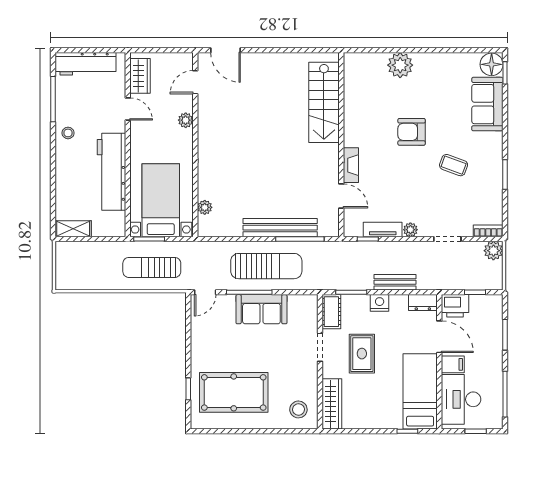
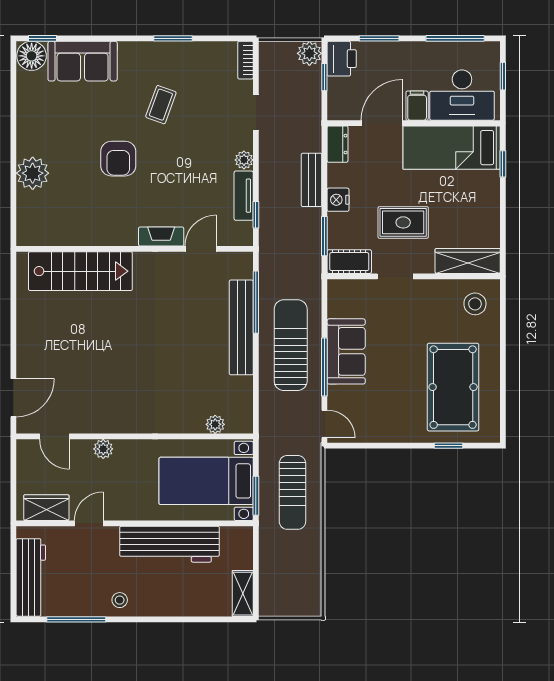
plant: (493, 251) -> (309, 53), moved
printer: (455, 306) -> (342, 59), moved

